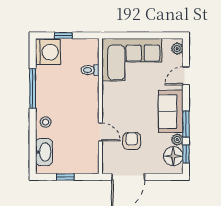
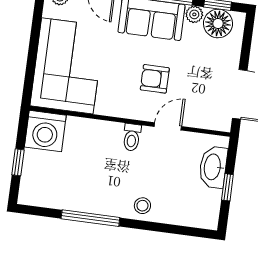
washing machine: (48, 52) -> (45, 131), moved, turned 180
toilet: (90, 70) -> (132, 137), moved
armchair: (132, 141) -> (155, 79), moved
washbasin: (44, 152) -> (213, 167), moved, turned -90

